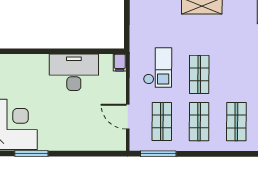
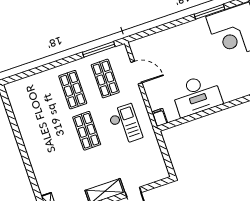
checkout: (158, 68) -> (125, 124), turned 180
shop shelf: (236, 122) -> (40, 101), removed

